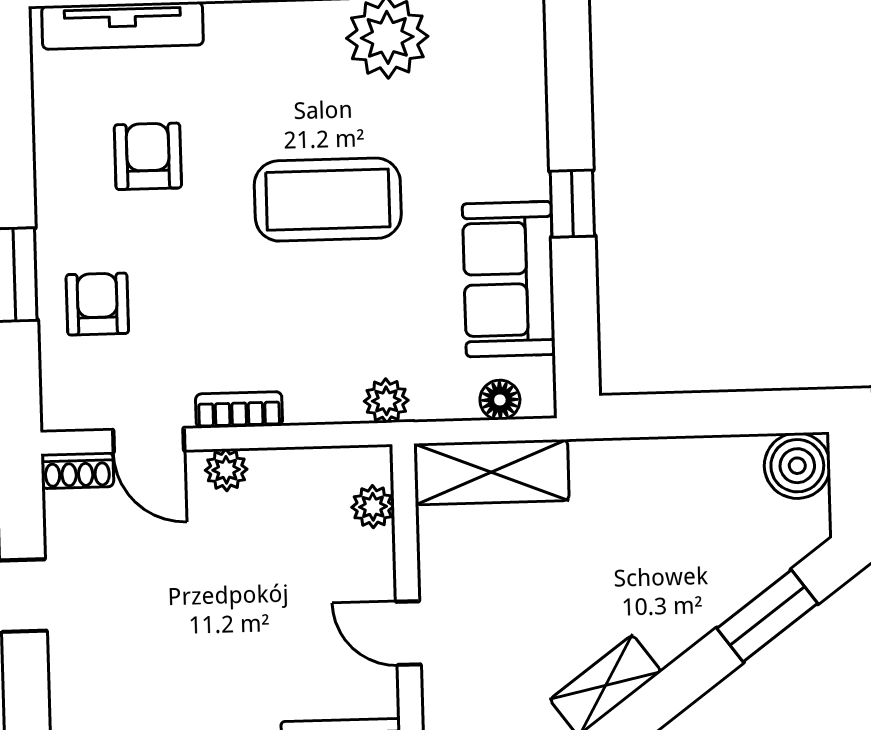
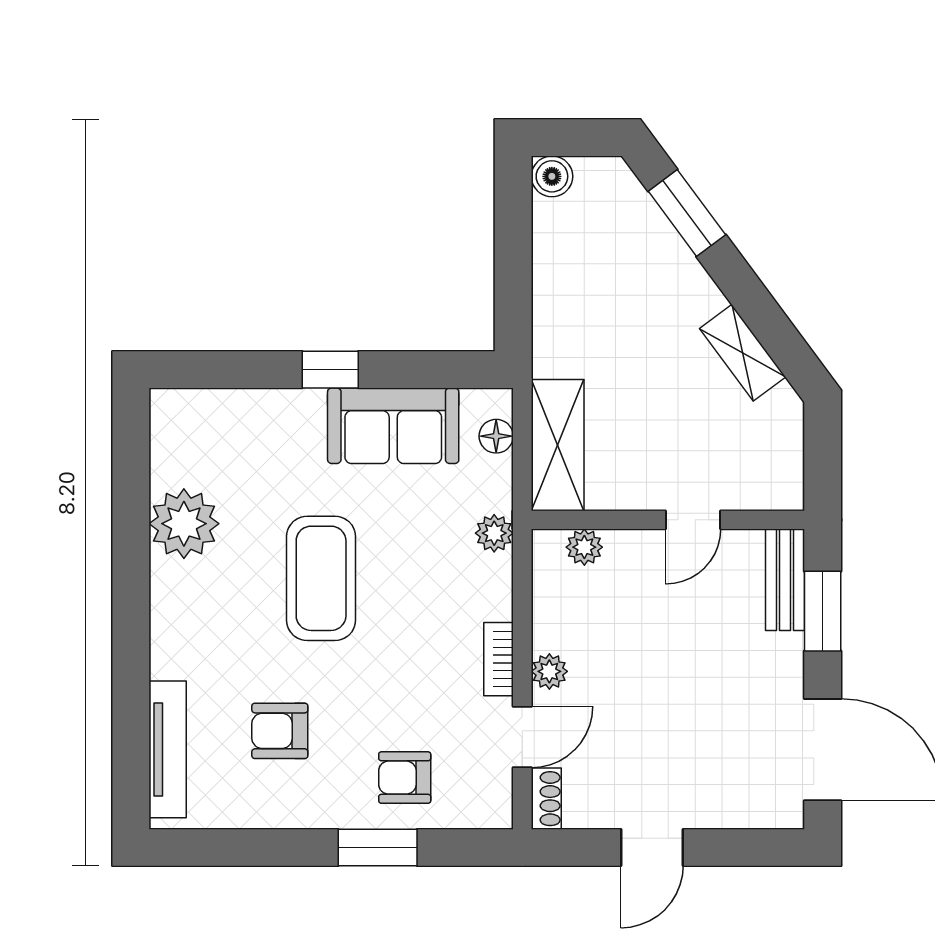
boiler: (797, 466) -> (552, 176), width x0.73, depth x0.73

